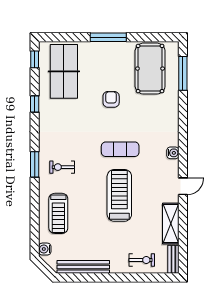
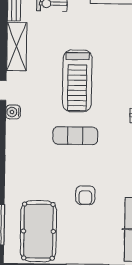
water cooler: (173, 153) -> (13, 112), moved

